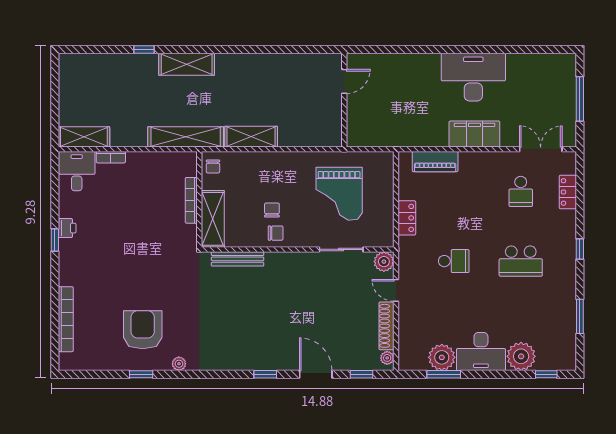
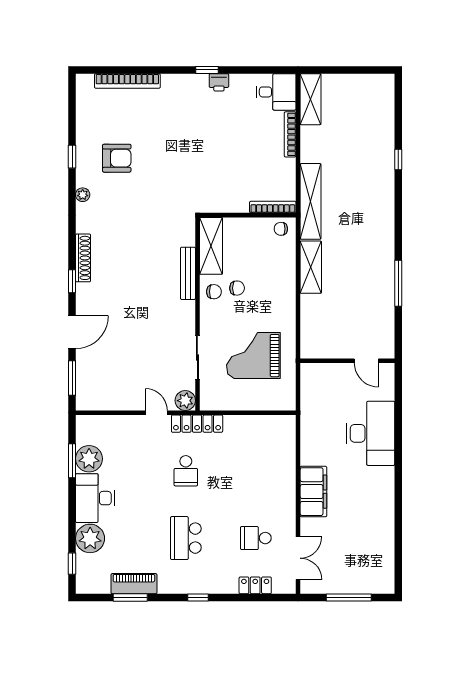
window: (267, 50) -> (398, 283), added
shelving: (187, 64) -> (384, 202), removed
desk: (473, 77) -> (371, 433), moved
bookcase: (111, 157) -> (290, 134), width x1.56
piano: (435, 162) -> (134, 584), moved, turned 90
bookcase: (191, 200) -> (273, 207), moved
locker: (407, 218) -> (197, 424), moved, width x1.53
shelving: (213, 219) -> (211, 246), moved, turned 90
chair: (276, 233) -> (214, 292), turned -90
bench: (238, 259) -> (188, 273), moved
door: (396, 290) -> (156, 413), hinge flipped
shoe rack: (386, 326) -> (83, 258), moved, turned 90
armchair: (143, 330) -> (117, 158), width x0.73, depth x0.73
plant: (387, 358) -> (88, 404), removed
window: (361, 374) -> (72, 378), width x1.50

